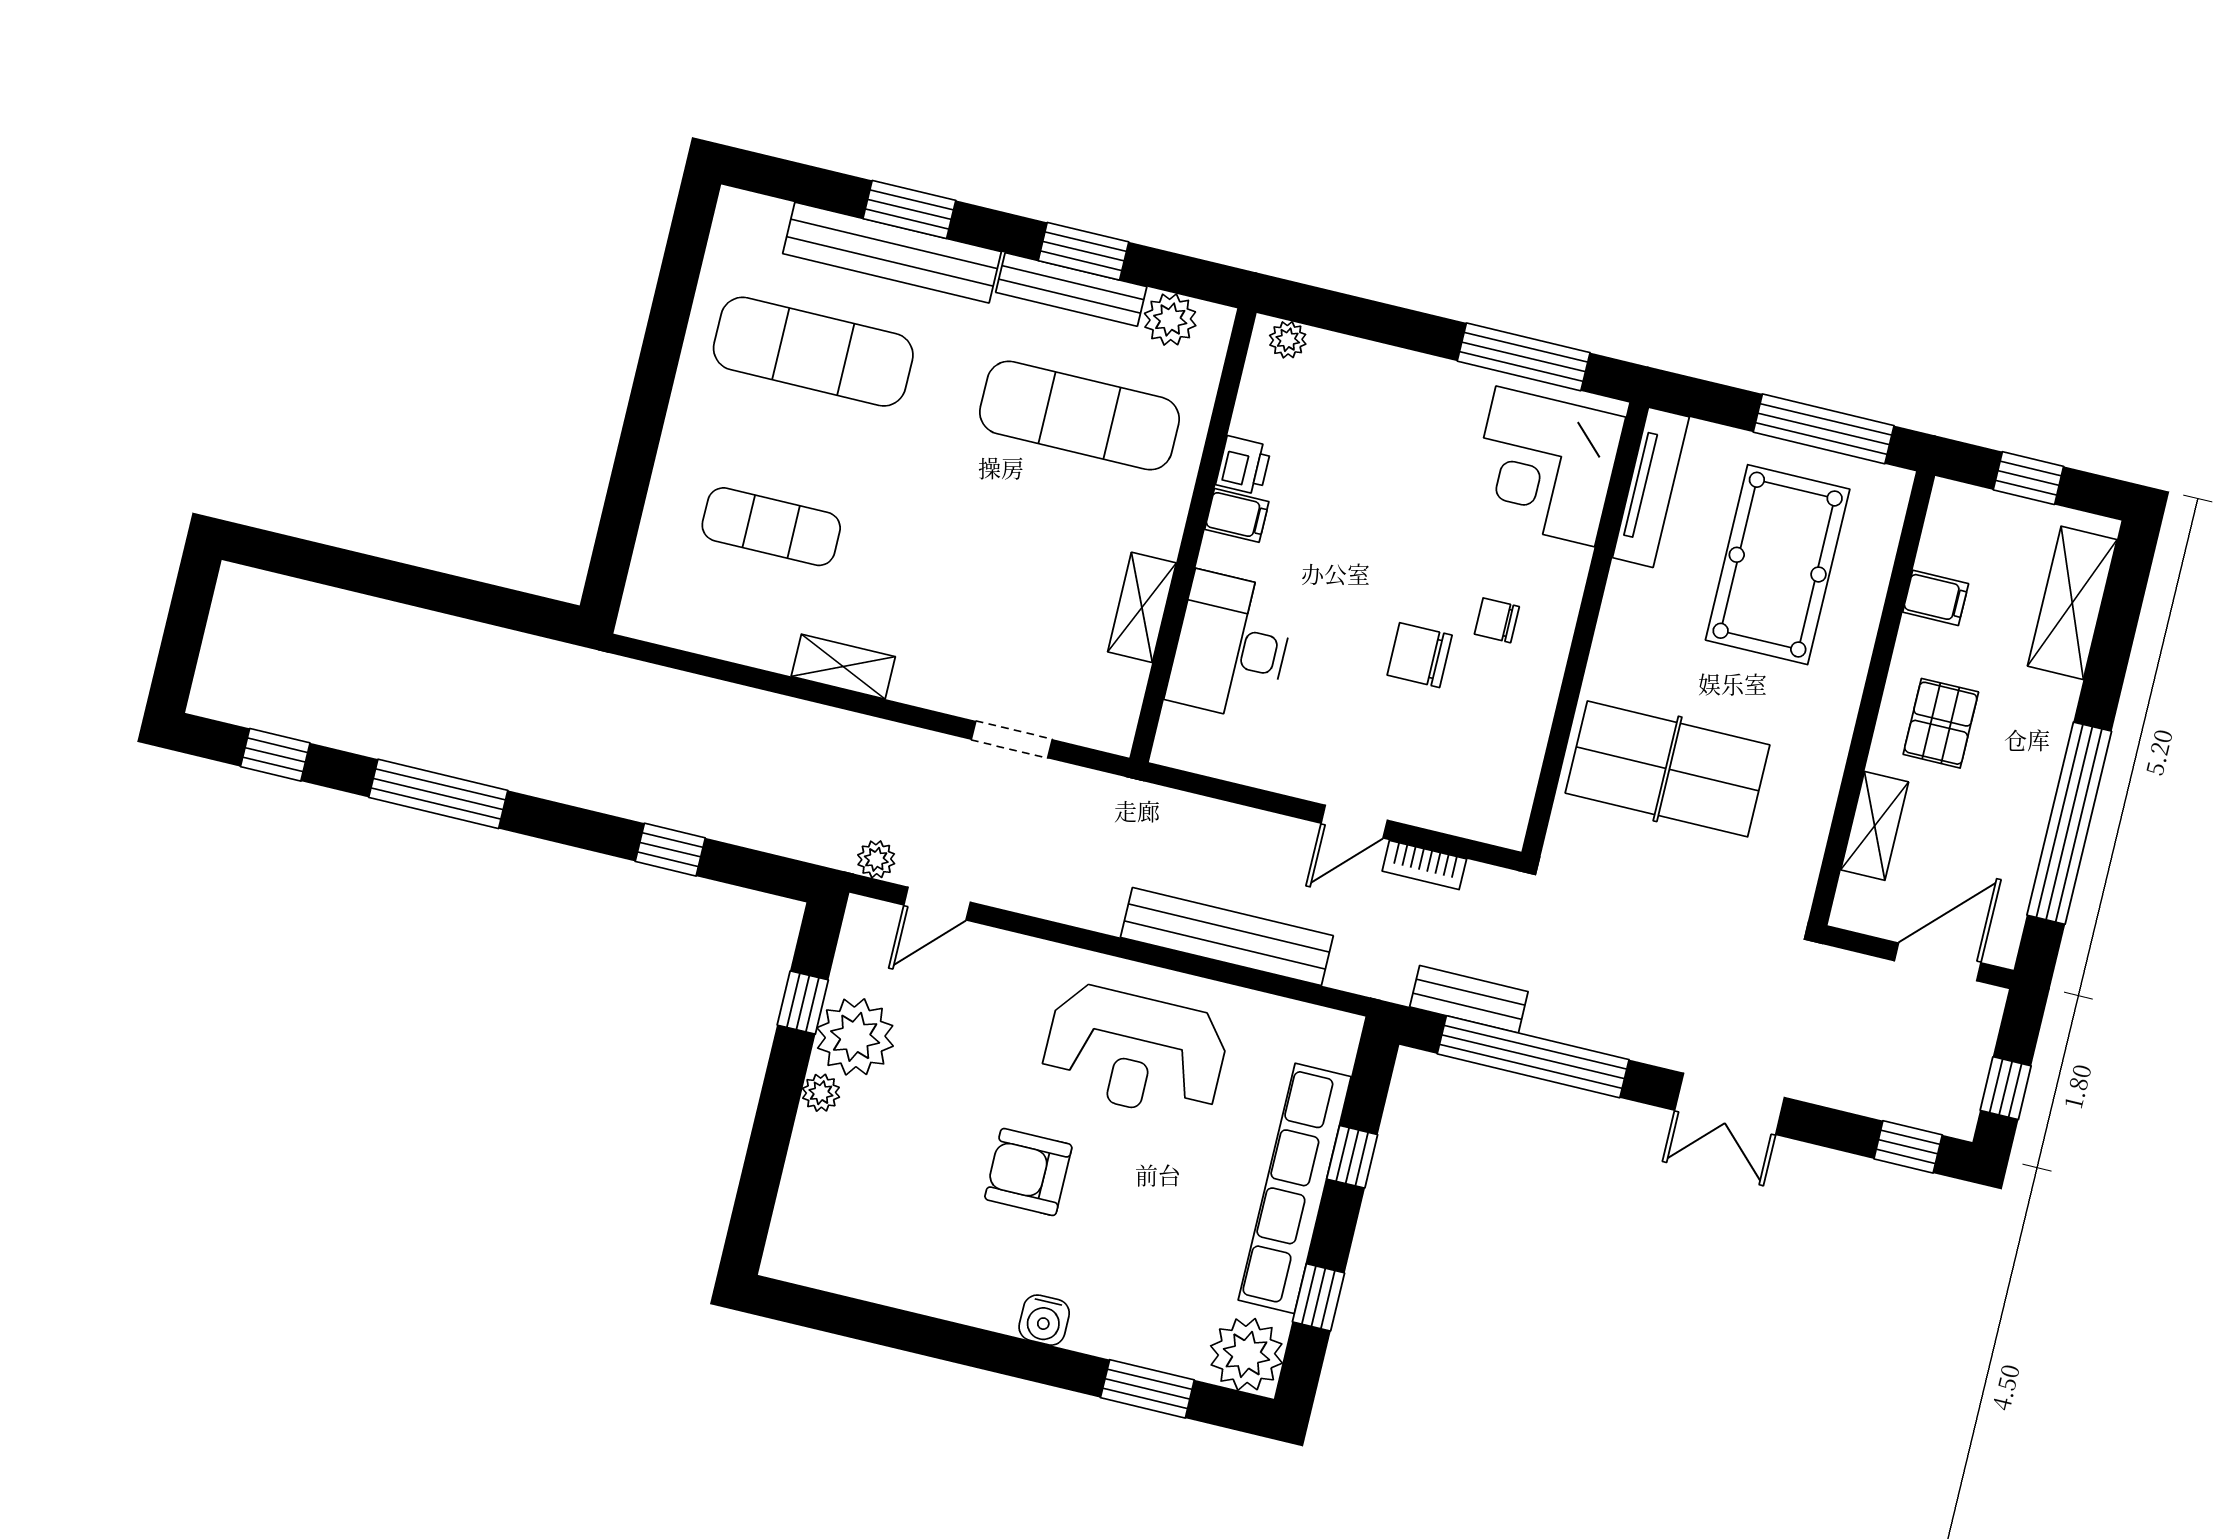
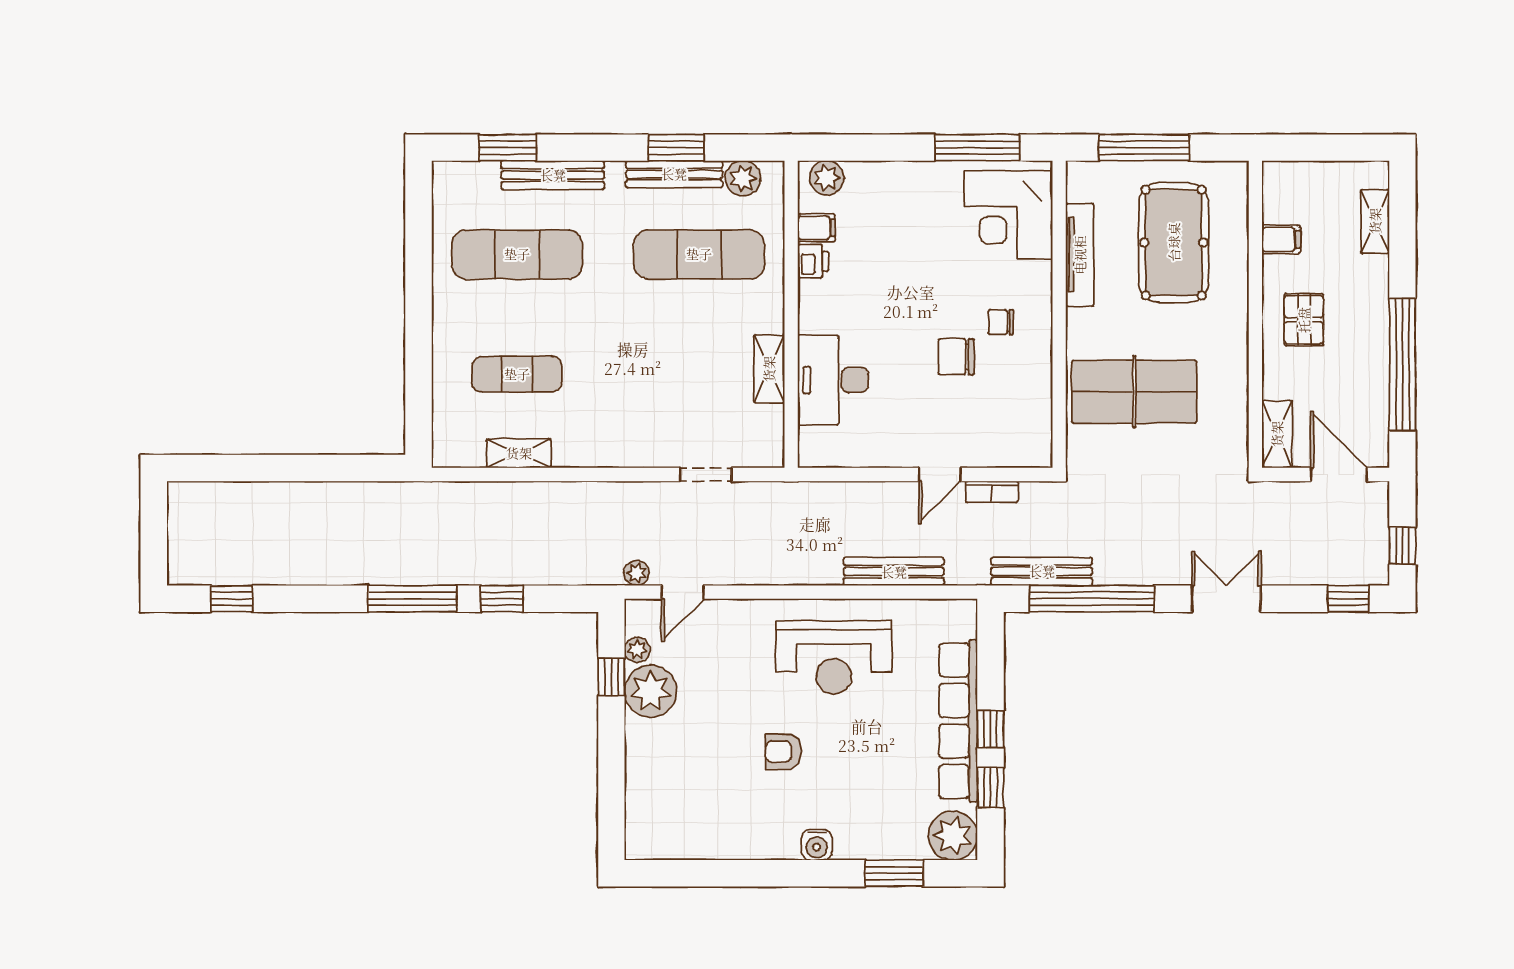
window: (909, 209) -> (508, 148), moved
bench: (892, 253) -> (553, 175), width x0.73, depth x0.82
plant: (1288, 340) -> (827, 178), width x1.38, depth x1.38
window: (1824, 429) -> (1144, 148), moved
window: (2028, 478) -> (1322, 148), removed
tv unit: (1651, 487) -> (1080, 255), moved
filing cabinet: (1237, 515) -> (816, 228), moved
shelving: (2072, 603) -> (1375, 221), width x0.67, depth x0.75
shelving: (843, 667) -> (519, 453), moved
window: (438, 794) -> (412, 599), moved
shelving: (1875, 826) -> (1277, 434), moved
bench: (1227, 937) -> (894, 572), width x0.73, depth x0.82
door: (1938, 962) -> (1339, 474), hinge flipped
bench: (1469, 999) -> (1042, 571), width x1.36
plant: (821, 1093) -> (637, 650), moved
double door: (1730, 1104) -> (1226, 599), swing flipped
window: (1352, 1157) -> (991, 729), moved
armchair: (1028, 1172) -> (784, 752), width x0.72, depth x0.72

